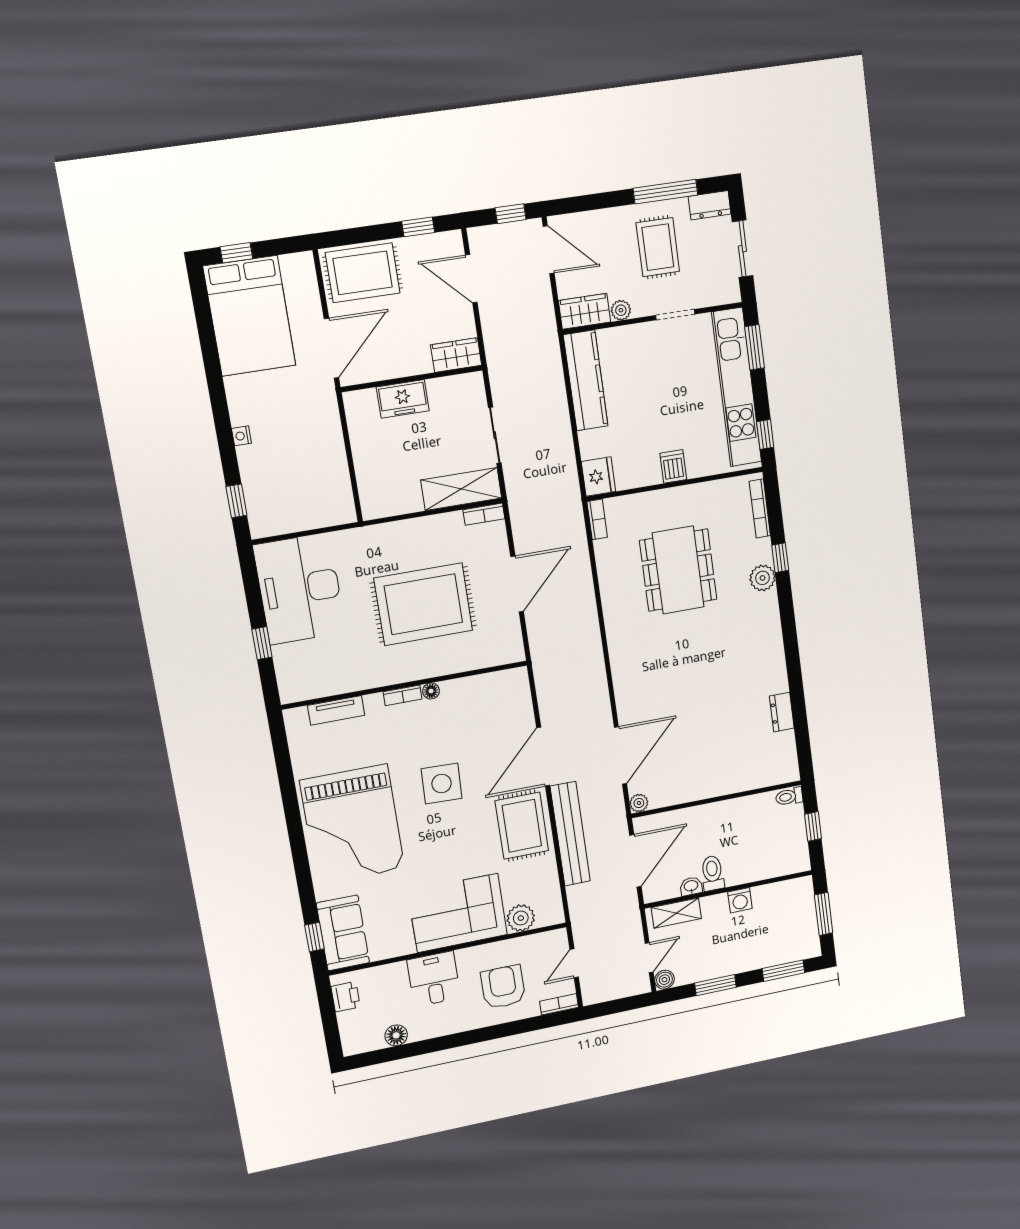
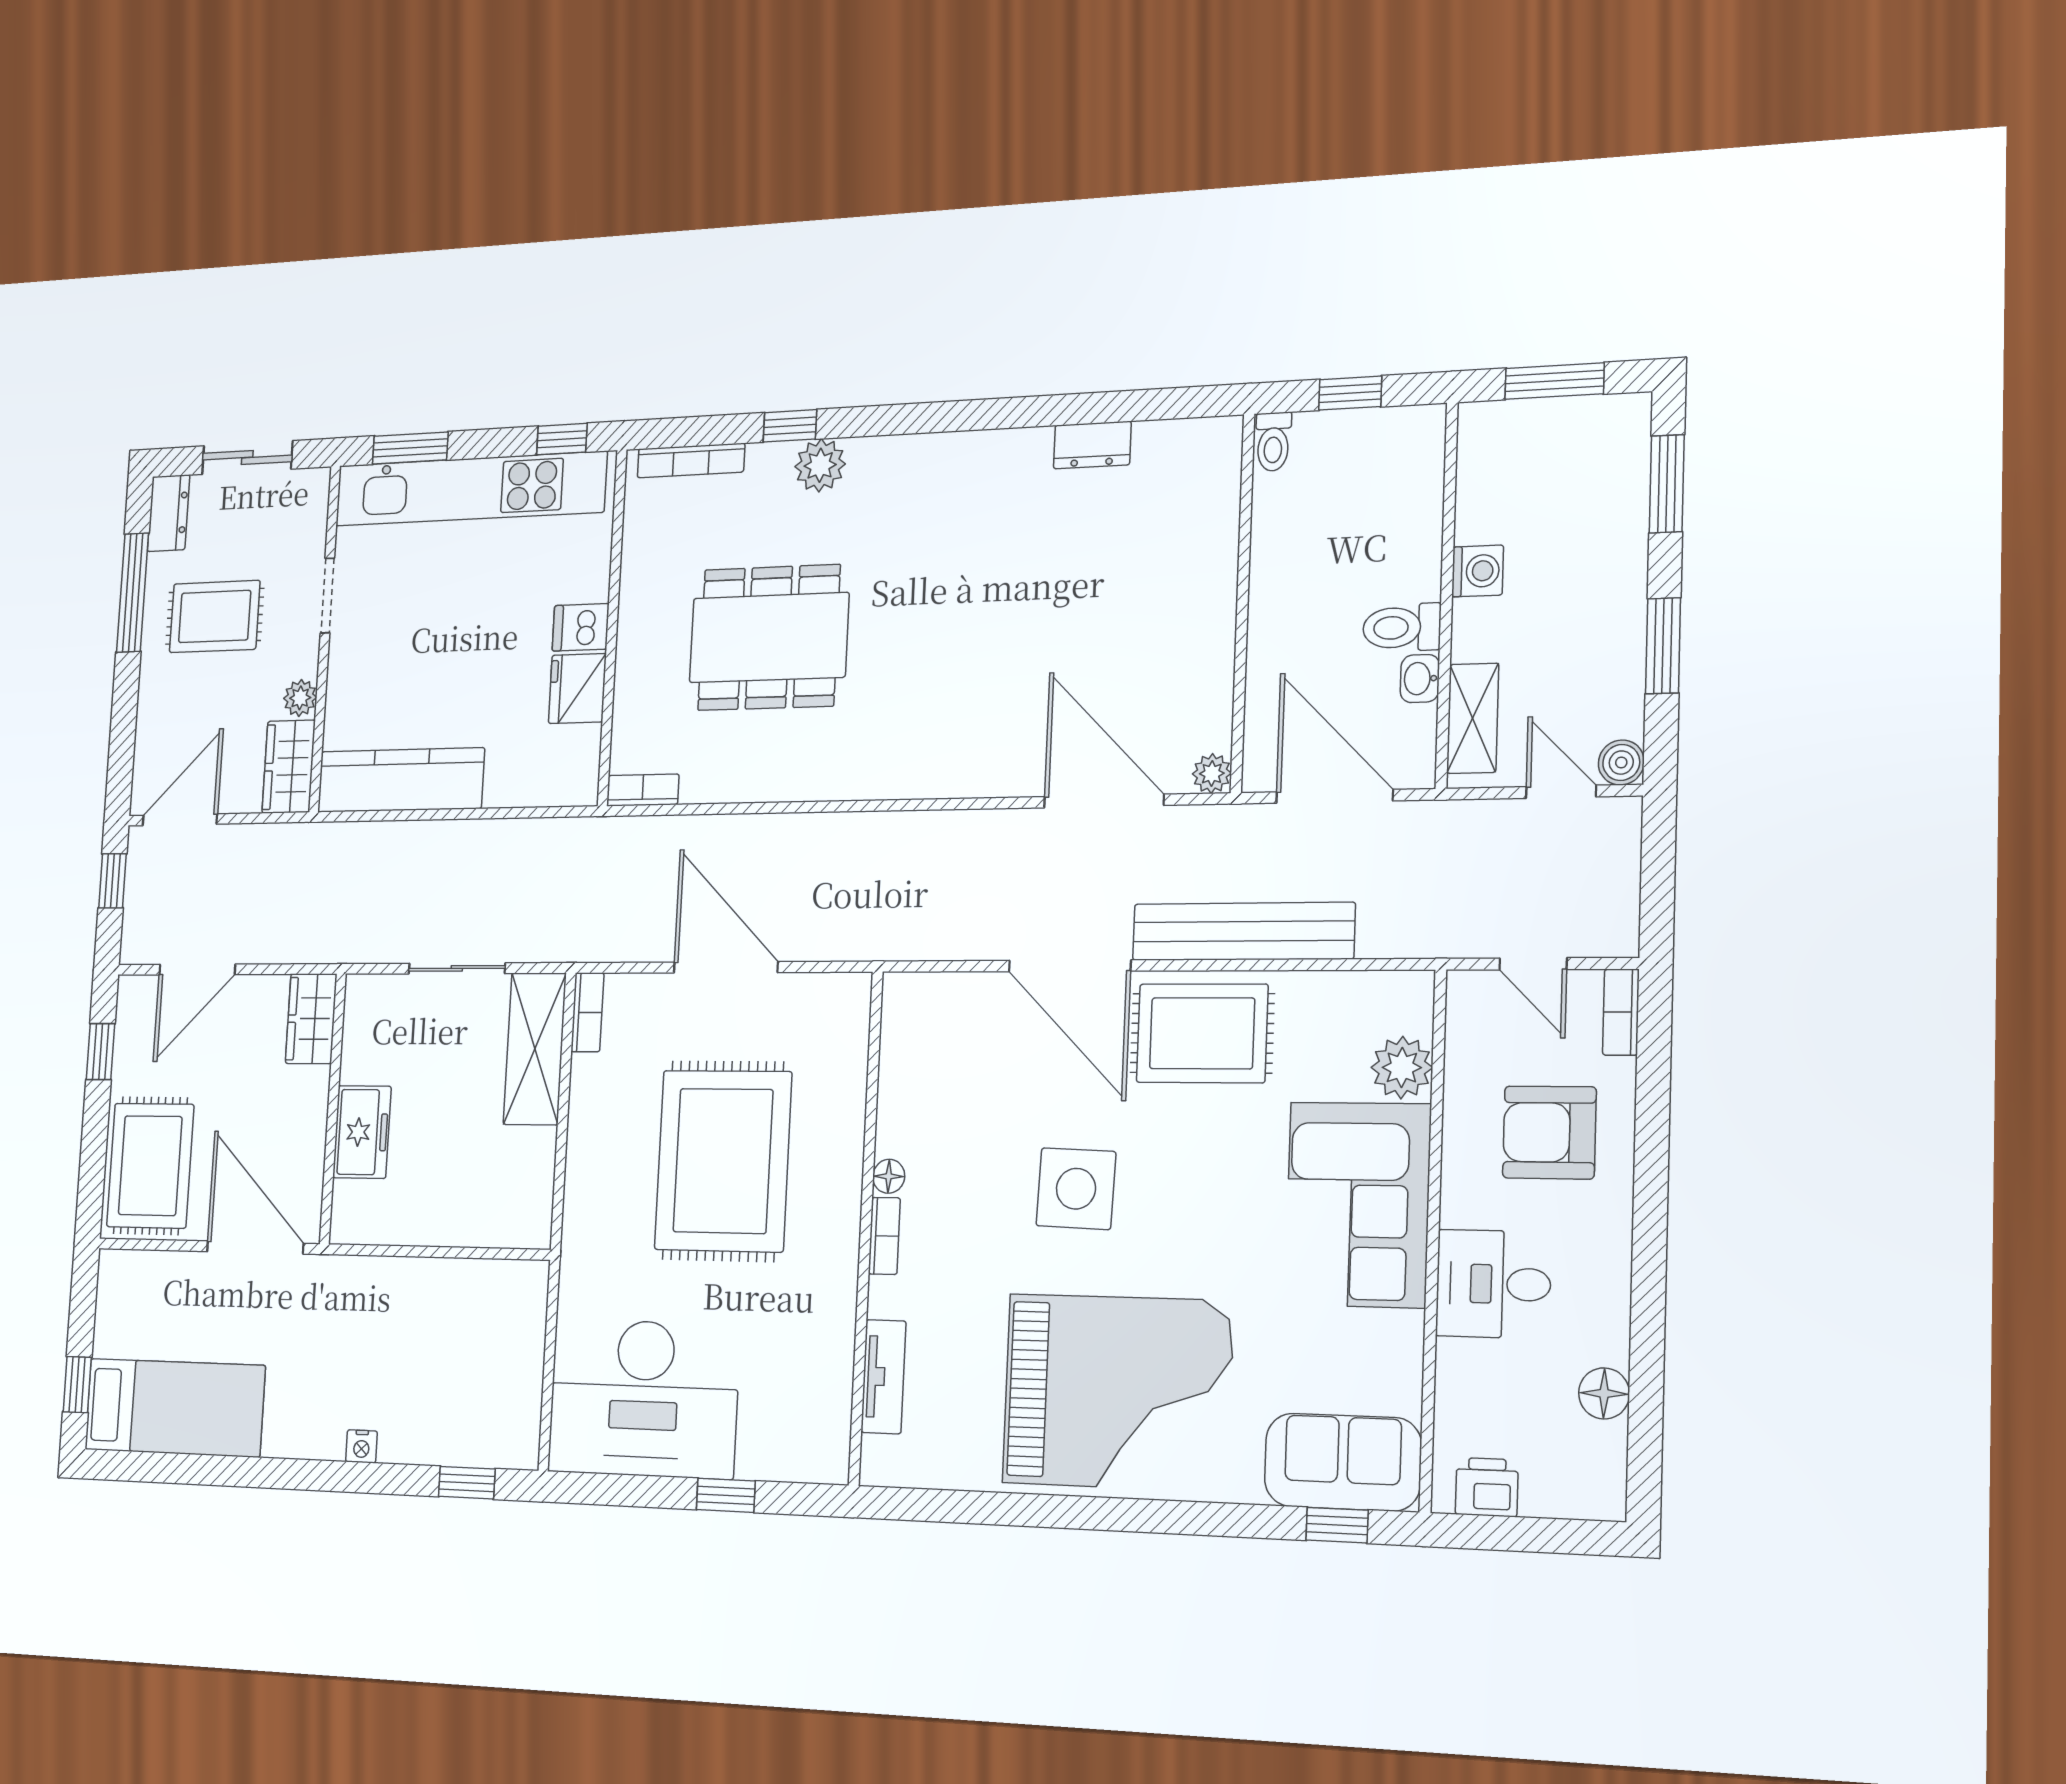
bed: (250, 316) -> (175, 1408), width x0.67
fridge: (598, 477) -> (577, 689), moved, turned -90

